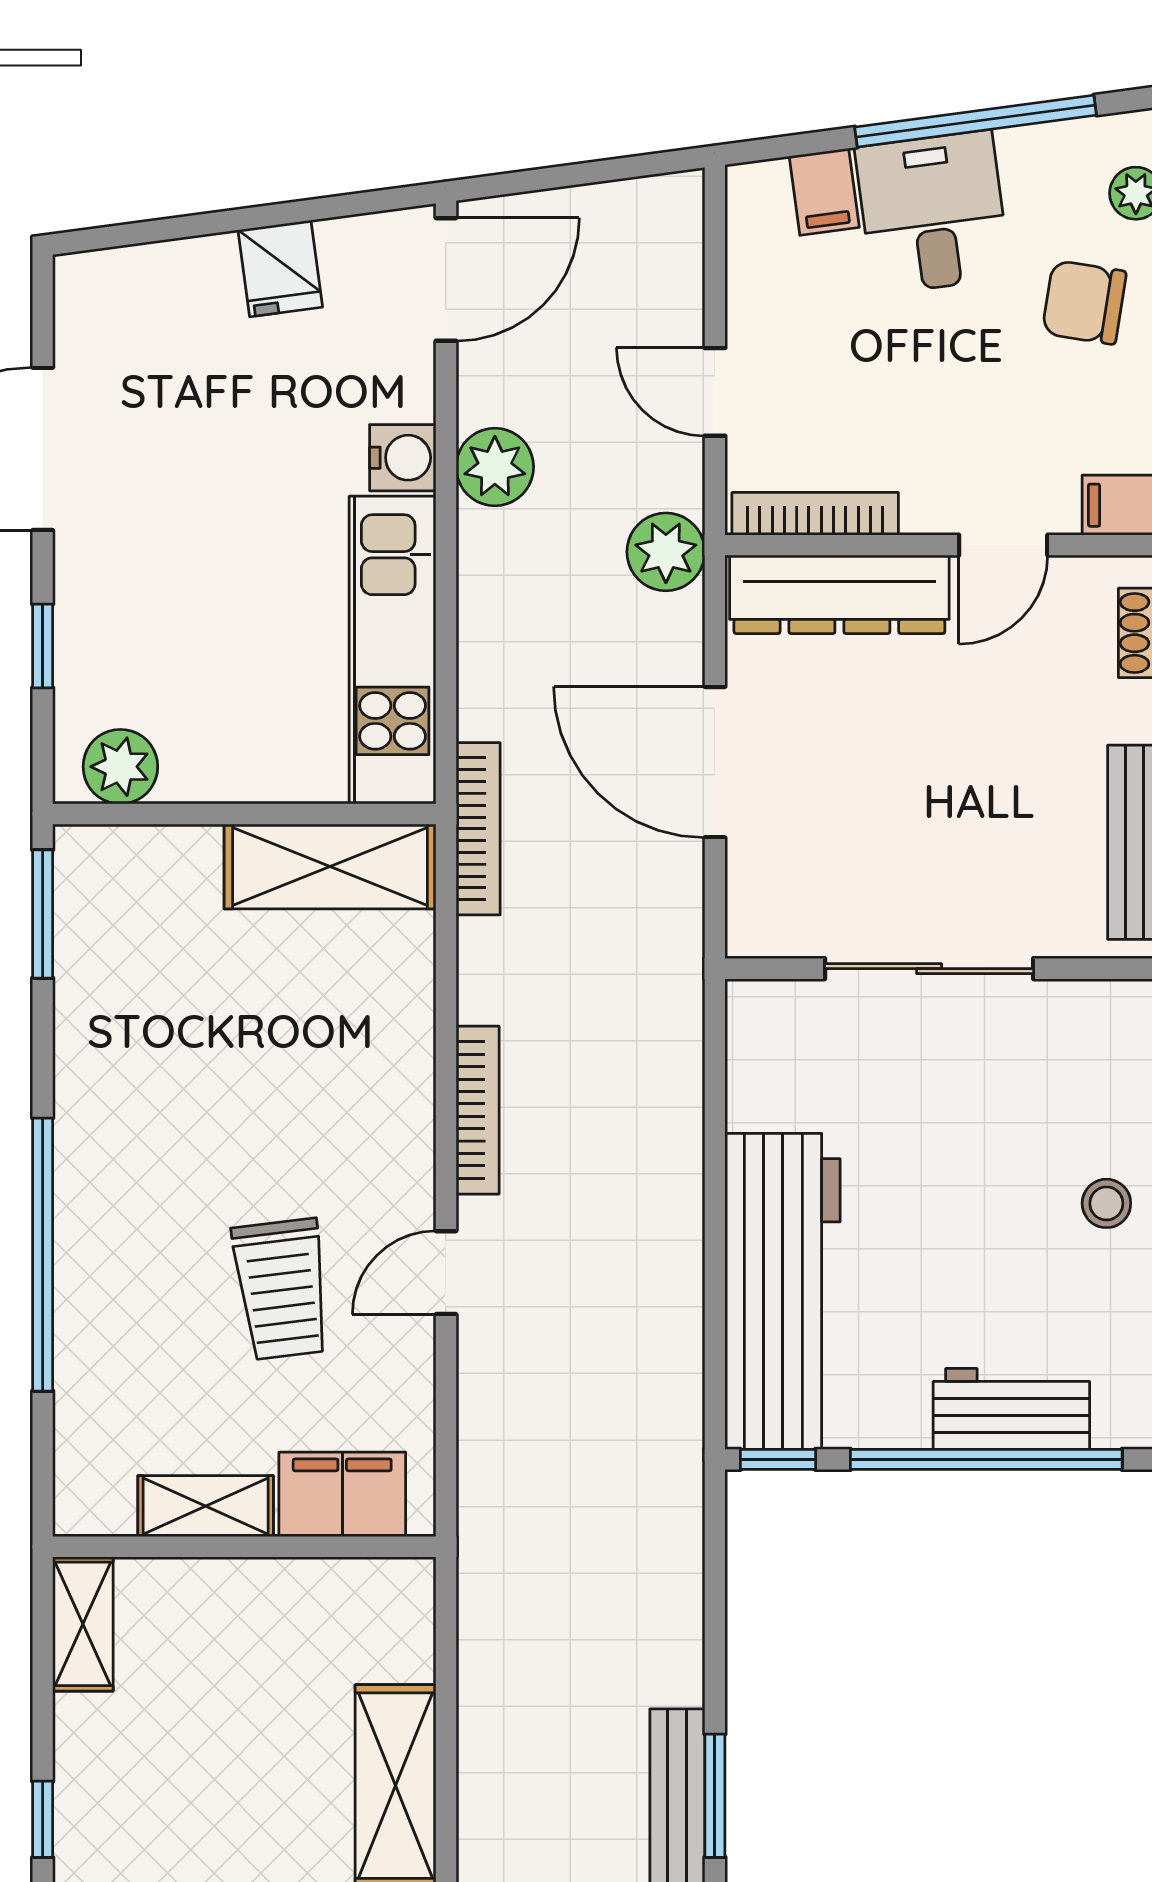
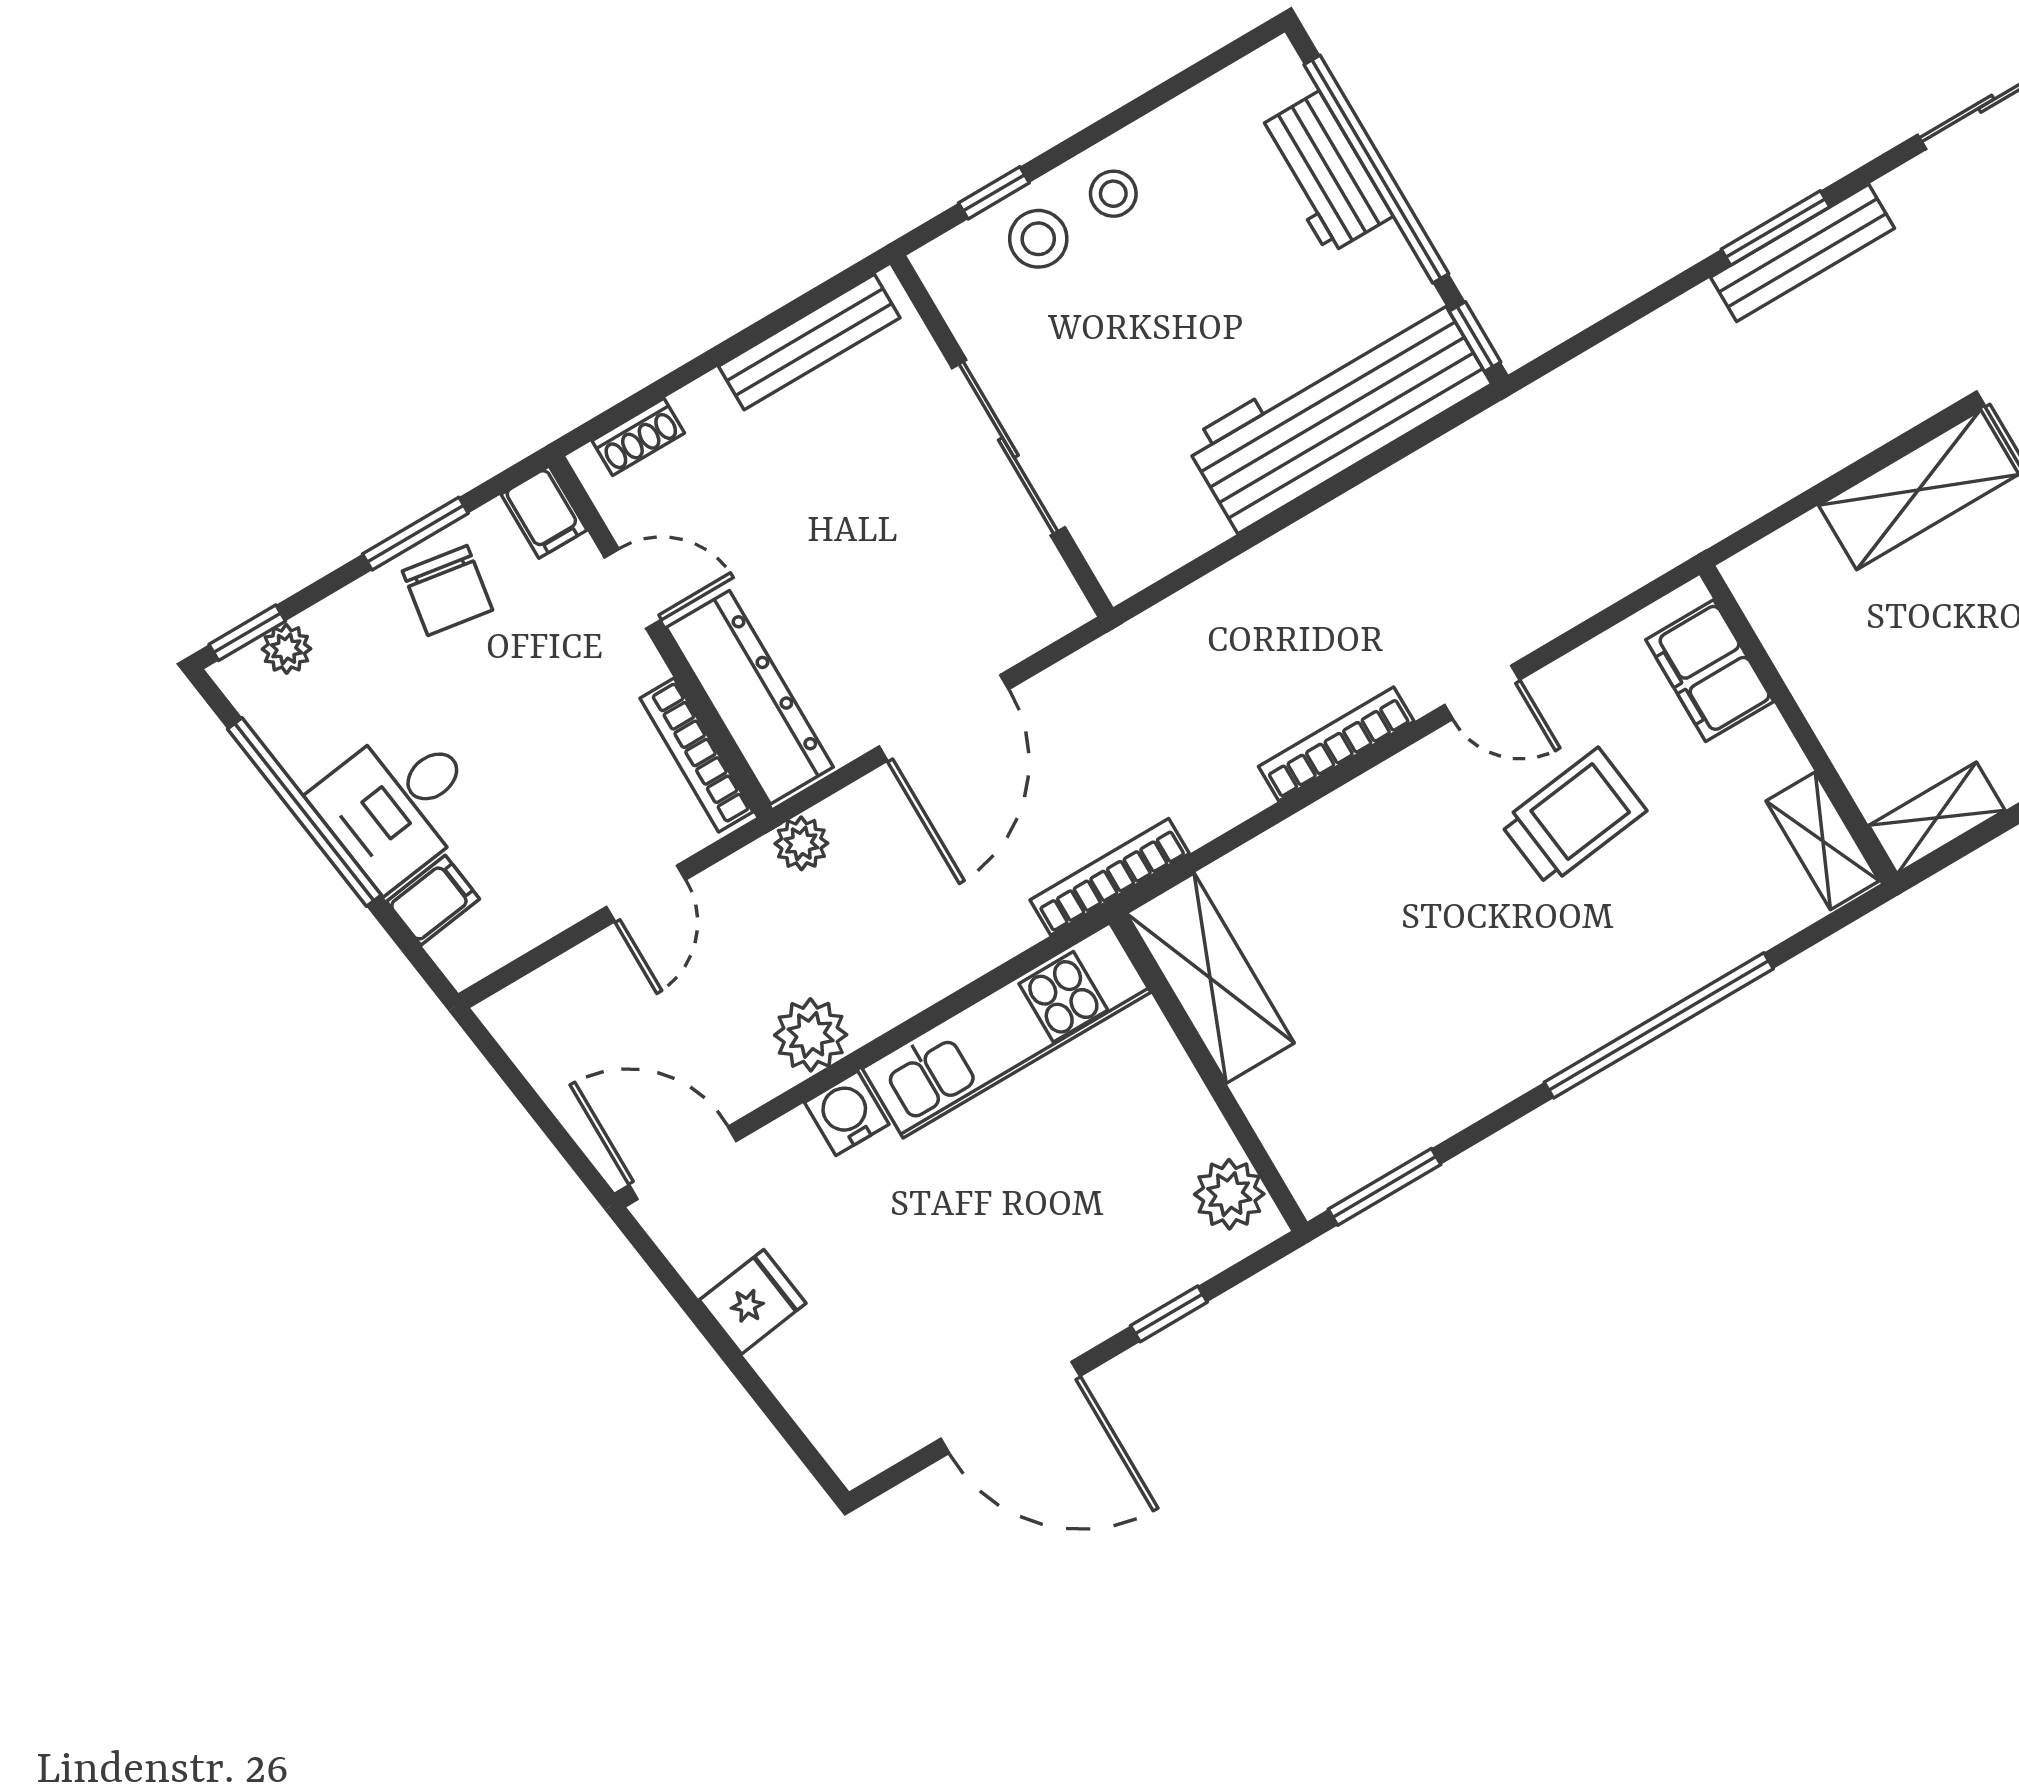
chair: (1084, 302) -> (448, 591), moved
plant: (666, 552) -> (801, 843), width x0.73, depth x0.73
stool: (1106, 1110) -> (1038, 239), added
shelving: (206, 1506) -> (1823, 841), moved

